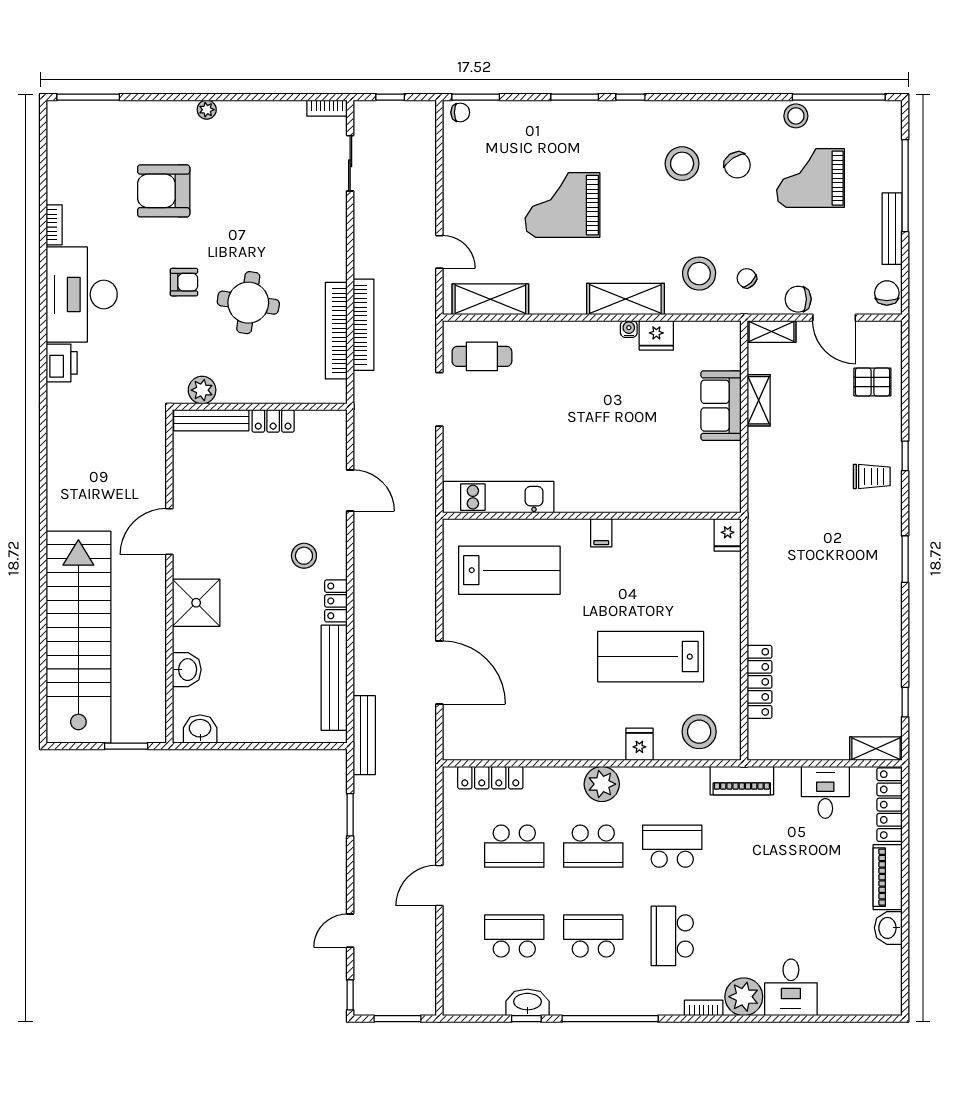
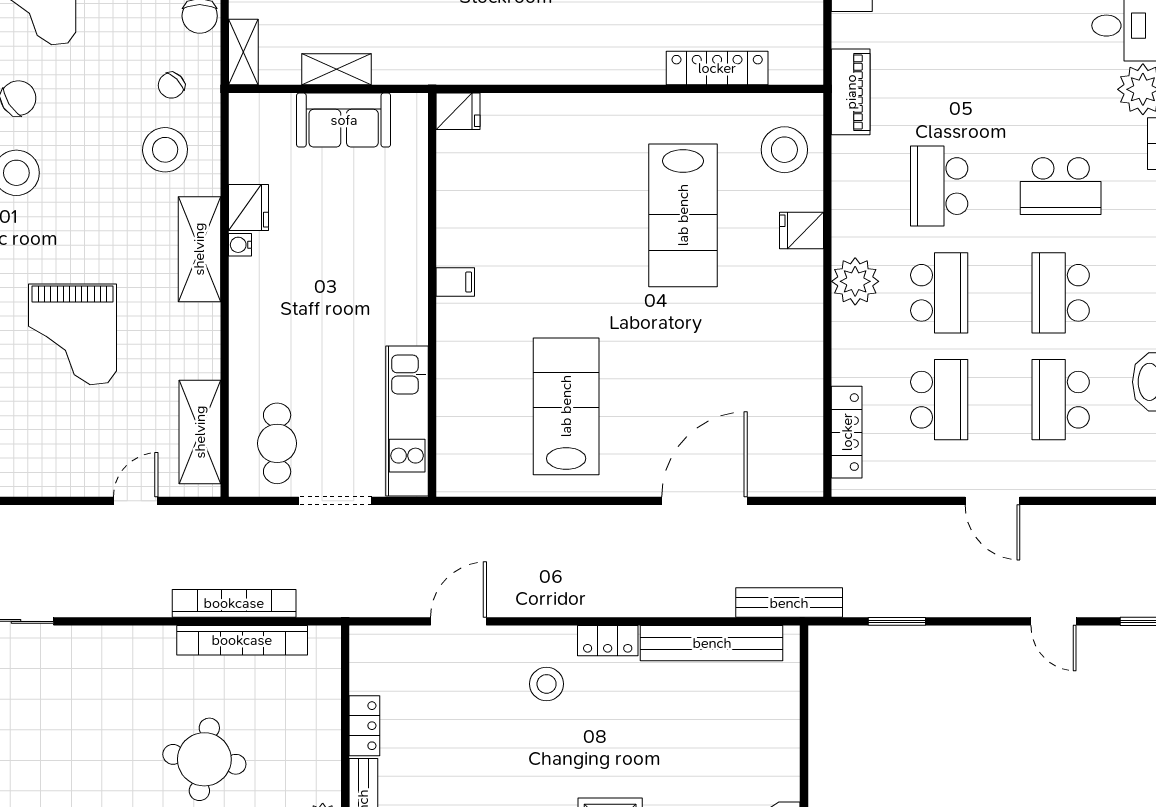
kitchen unit: (498, 497) -> (407, 421), moved
wall: (592, 516) -> (432, 295), moved
filing cabinet: (601, 533) -> (455, 282), moved
fridge: (728, 535) -> (458, 111), moved

